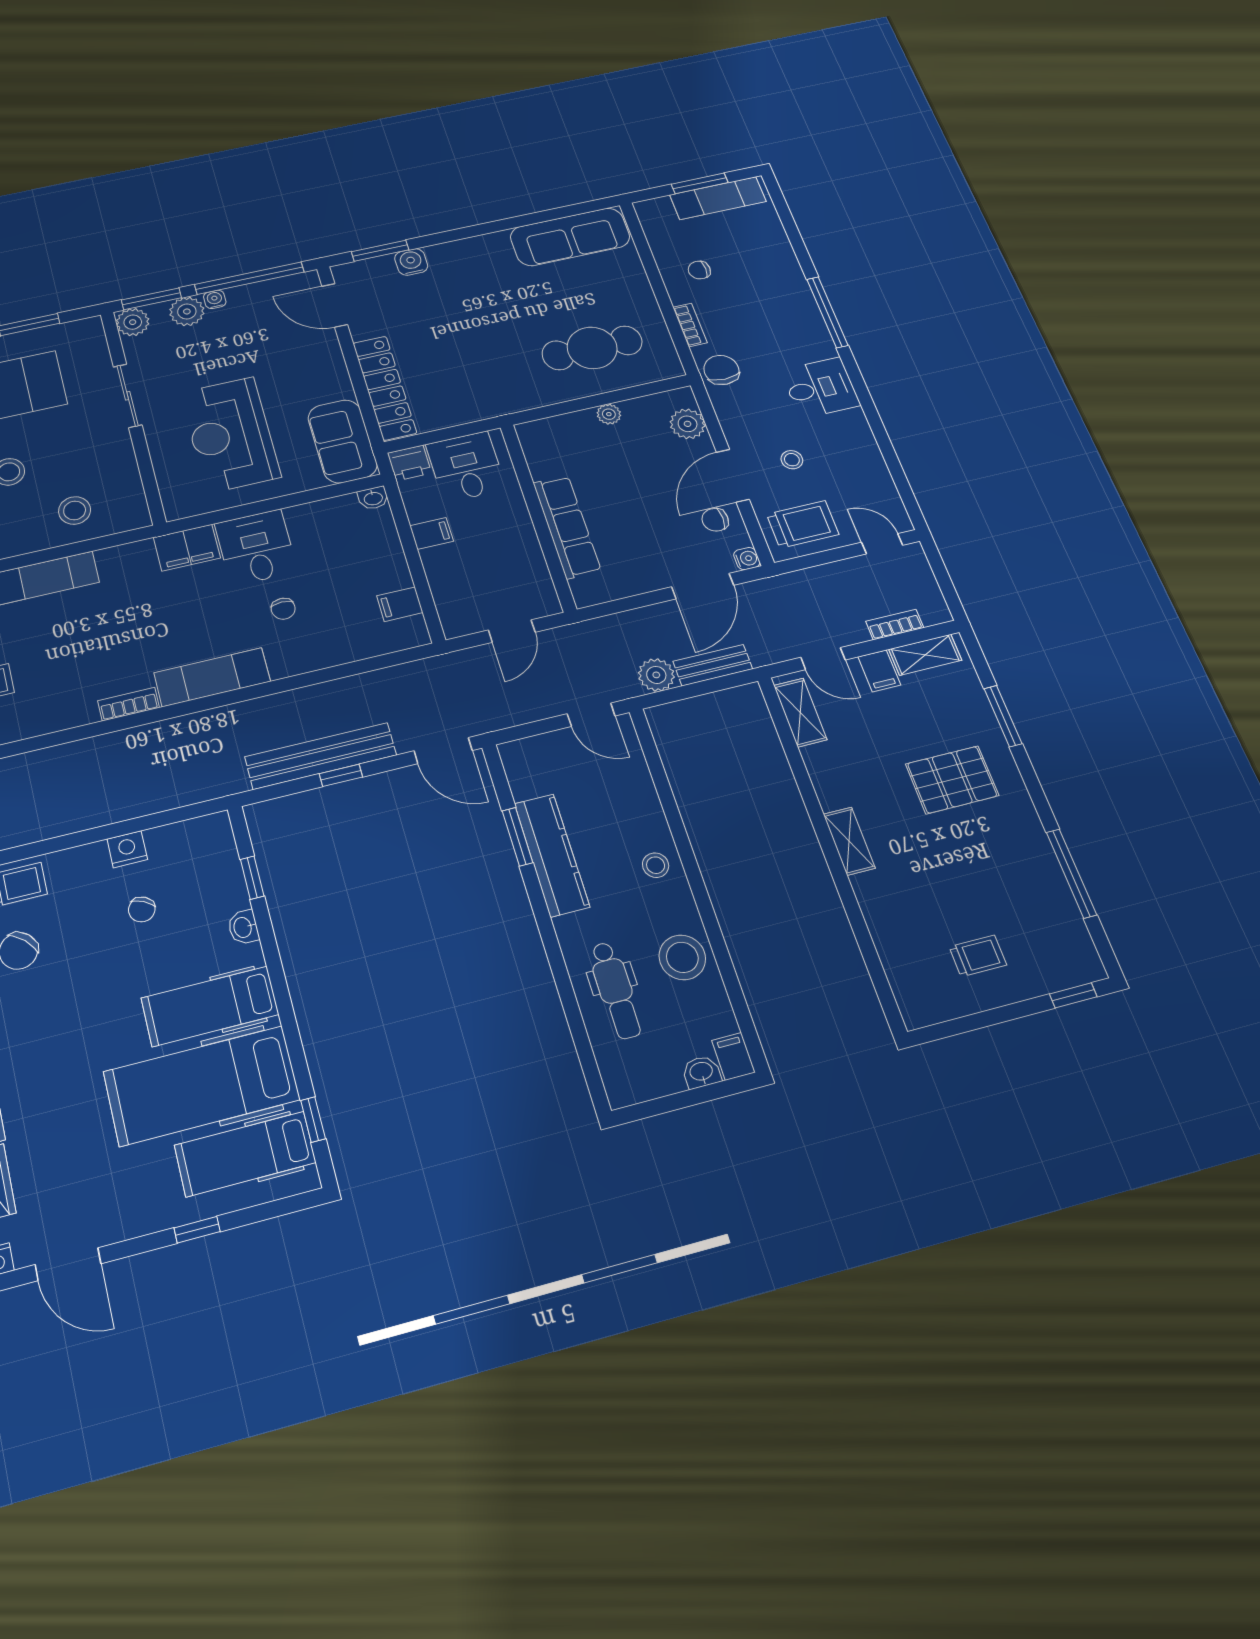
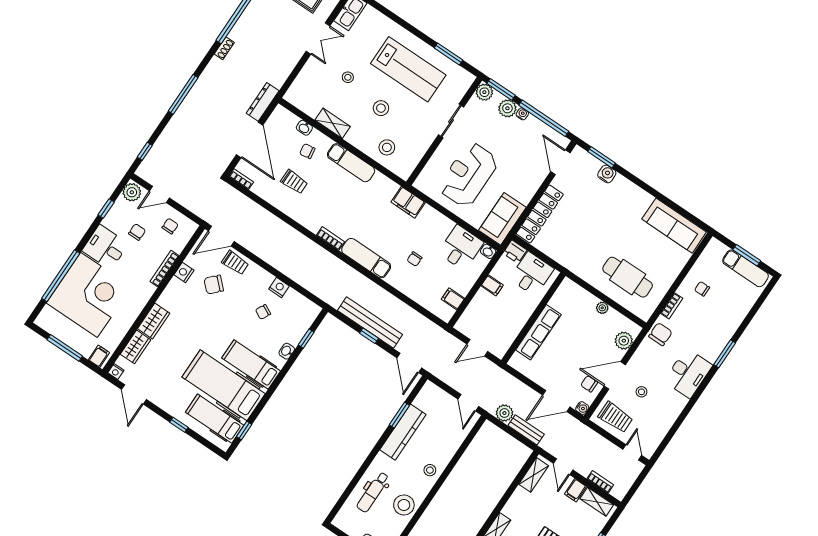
window: (827, 312) -> (725, 354), width x0.69
desk: (820, 388) -> (688, 373), width x1.37
desk: (256, 547) -> (461, 248), moved

